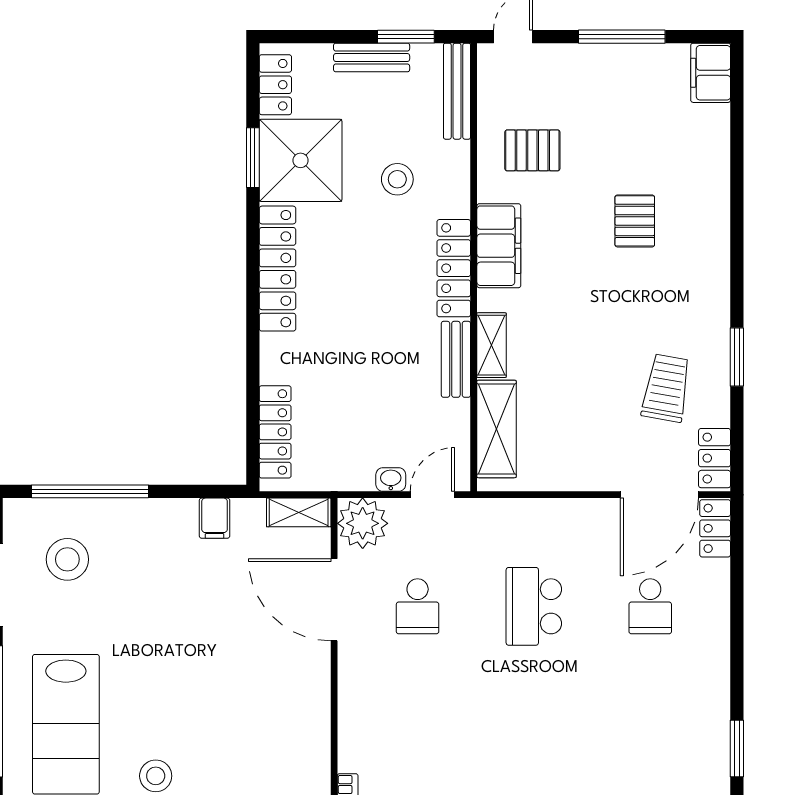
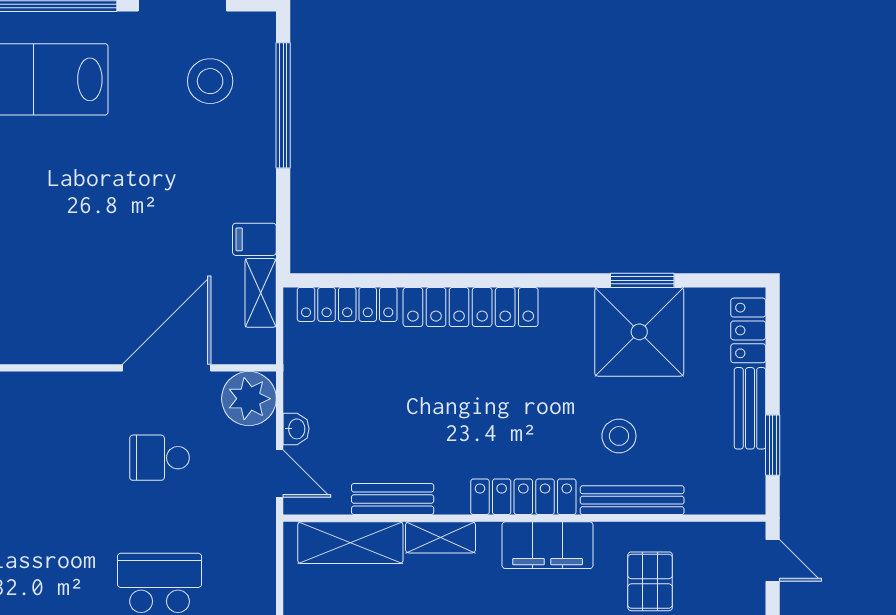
locker: (275, 85) -> (748, 330), moved, turned 90
bench: (457, 91) -> (632, 500), moved
locker: (277, 269) -> (471, 307), moved
bench: (456, 359) -> (393, 499), moved
shelving: (299, 512) -> (261, 293), moved

